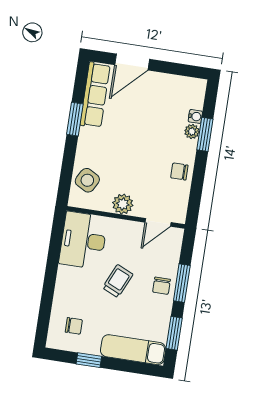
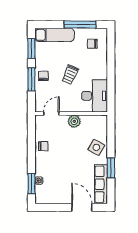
door: (132, 62) -> (82, 207), hinge flipped
plant: (192, 131) -> (40, 171), removed
window: (205, 134) -> (31, 184), moved
side table: (87, 180) -> (96, 147), moved
window: (89, 360) -> (80, 25), width x2.17

